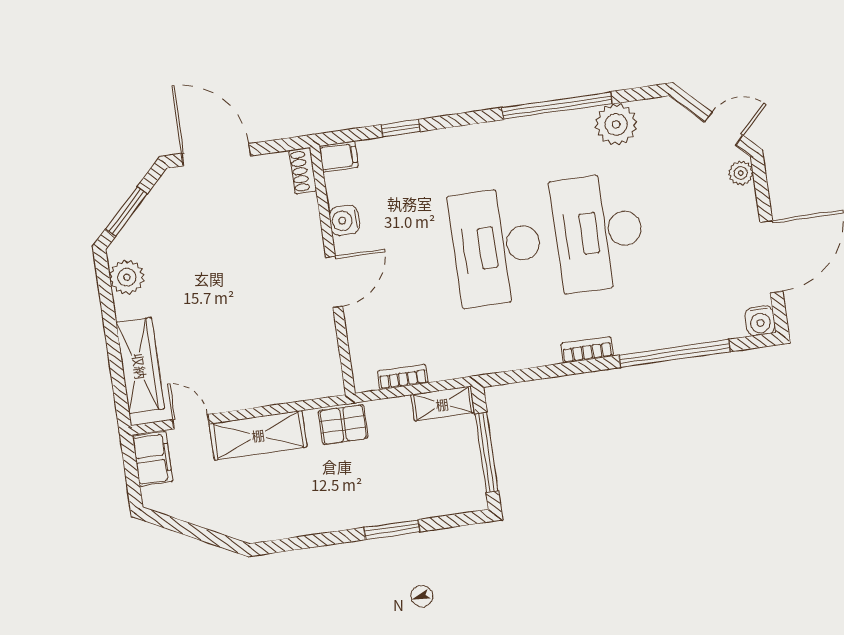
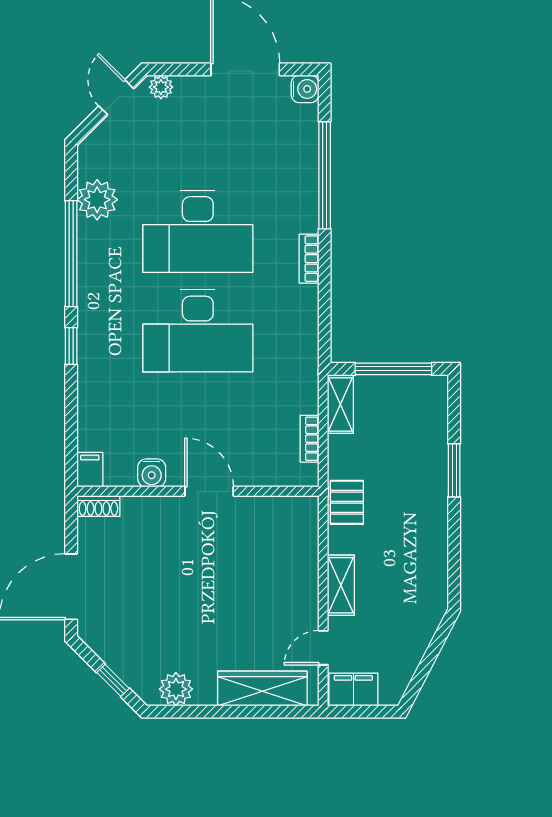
window: (401, 128) -> (71, 346), moved
window: (126, 211) -> (113, 680), width x0.67
shelving: (258, 435) -> (341, 585), width x0.67, depth x0.75

